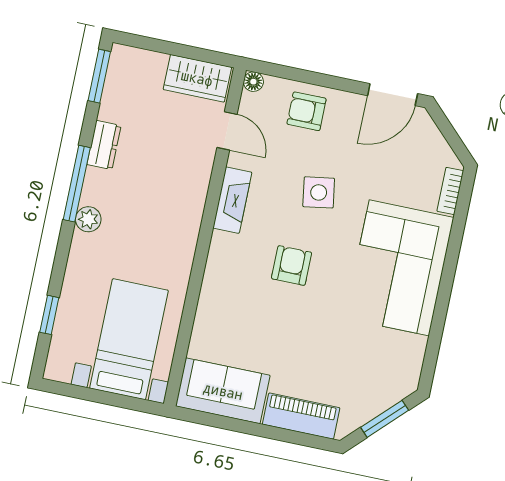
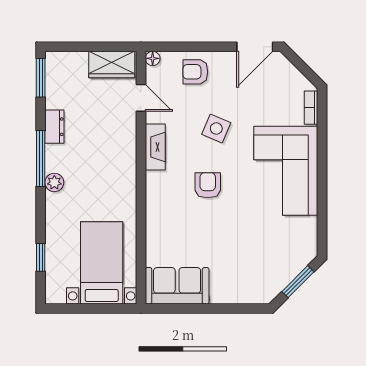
side table: (319, 192) -> (216, 128), turned 32
piano: (301, 416) -> (237, 292), removed

